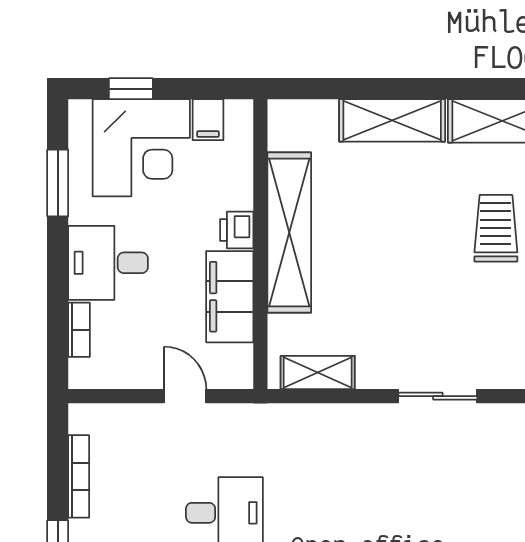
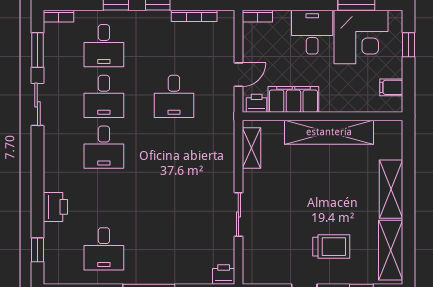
corner desk: (141, 148) -> (361, 37), moved, turned -90
printer: (237, 230) -> (257, 103), moved
bookcase: (79, 330) -> (257, 16), moved

